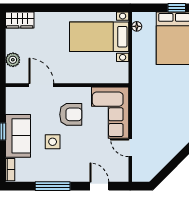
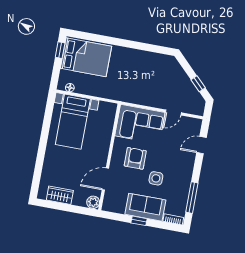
wardrobe: (20, 20) -> (60, 195), moved, turned -90
plant: (13, 60) -> (93, 202), moved
window: (168, 170) -> (198, 84), added
window: (53, 186) -> (192, 198), moved

